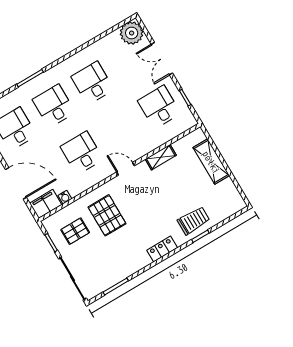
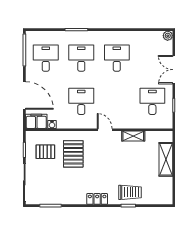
plant: (132, 33) -> (168, 36), width x0.53, depth x0.53

